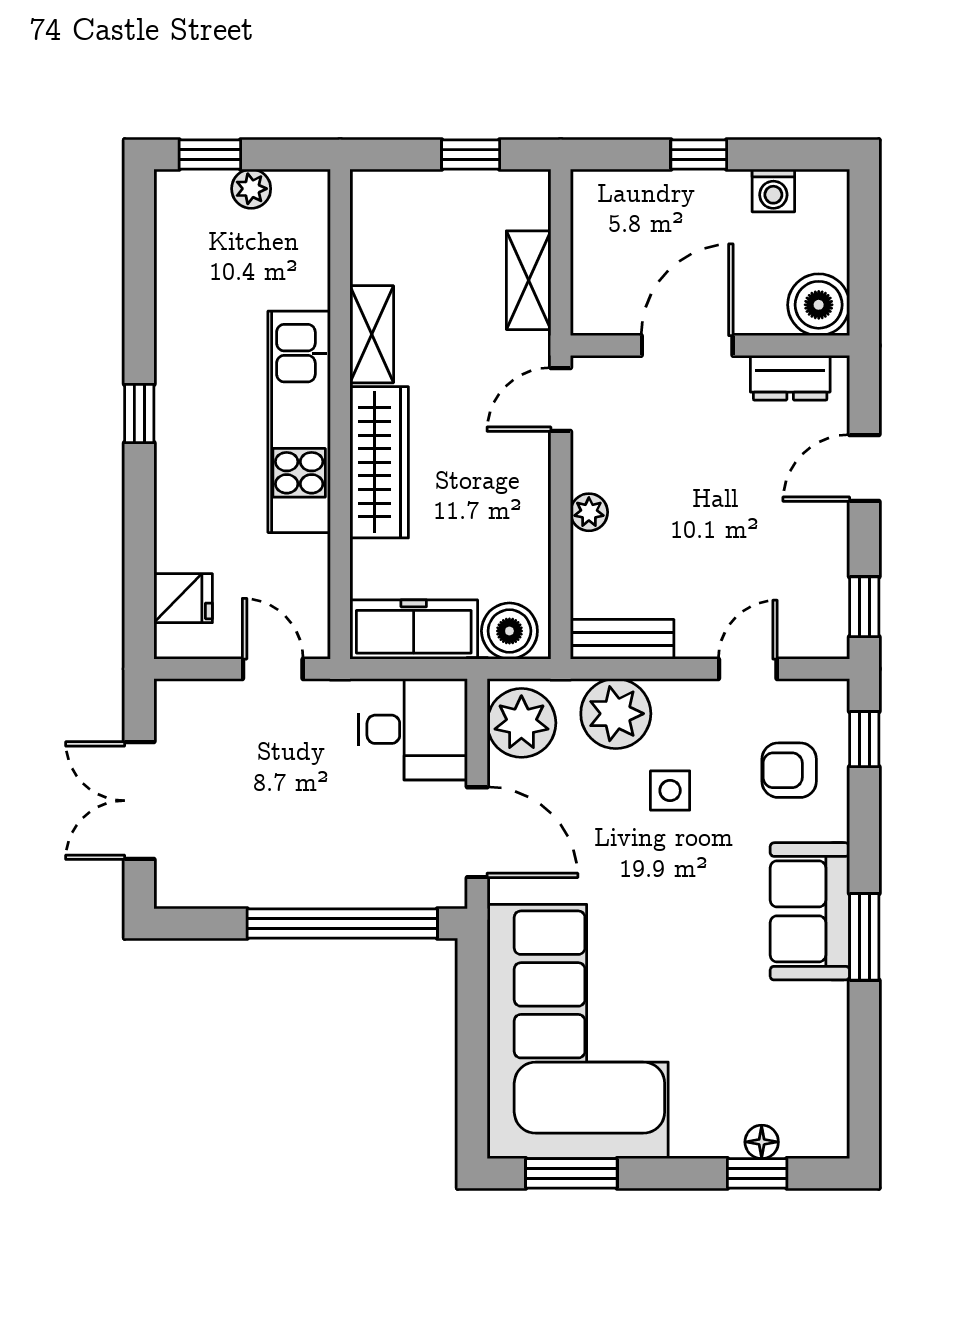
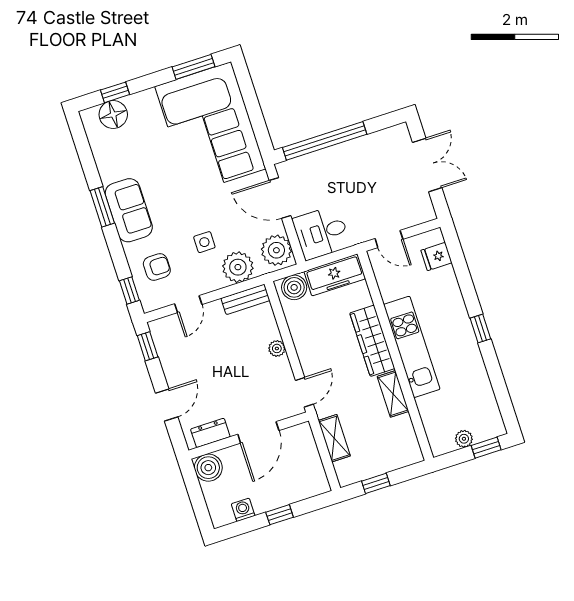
floor lamp: (762, 1142) -> (113, 115), width x1.89, depth x1.89

